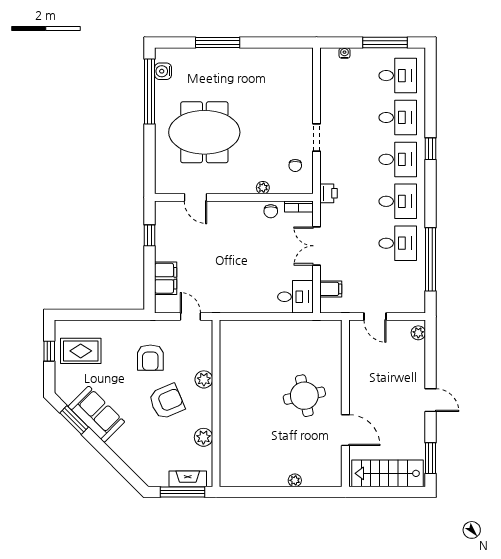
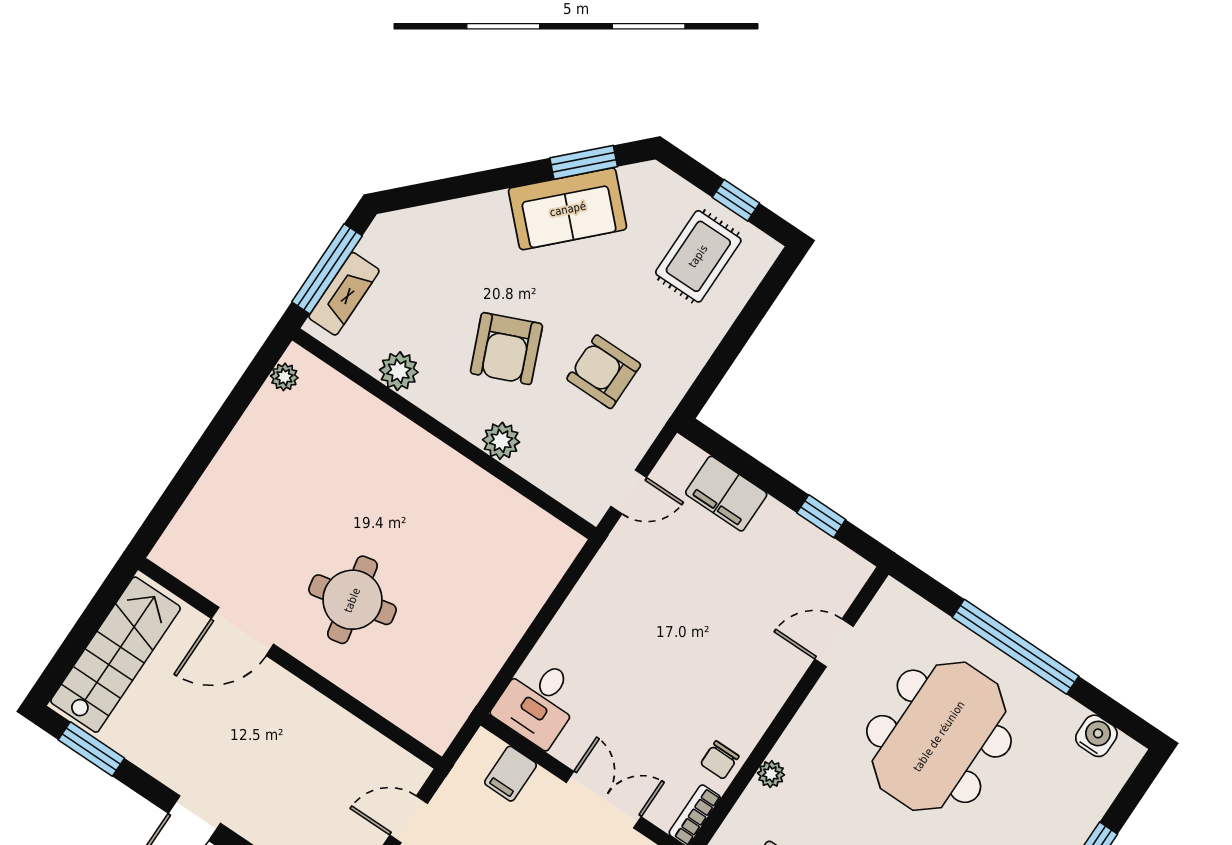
window: (150, 92) -> (1016, 647), moved
chair: (271, 211) -> (720, 760), turned -90
plant: (295, 480) -> (284, 377), moved

